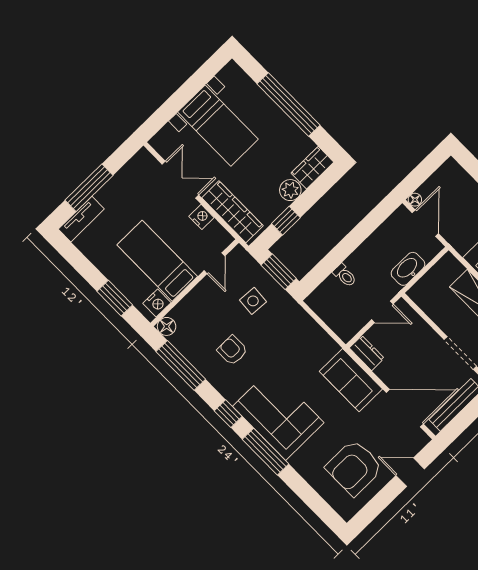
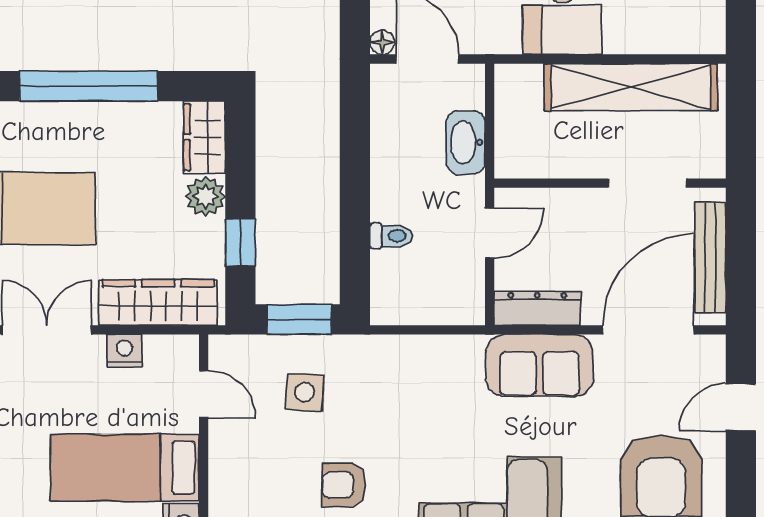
dresser: (367, 353) -> (537, 308), width x1.44

